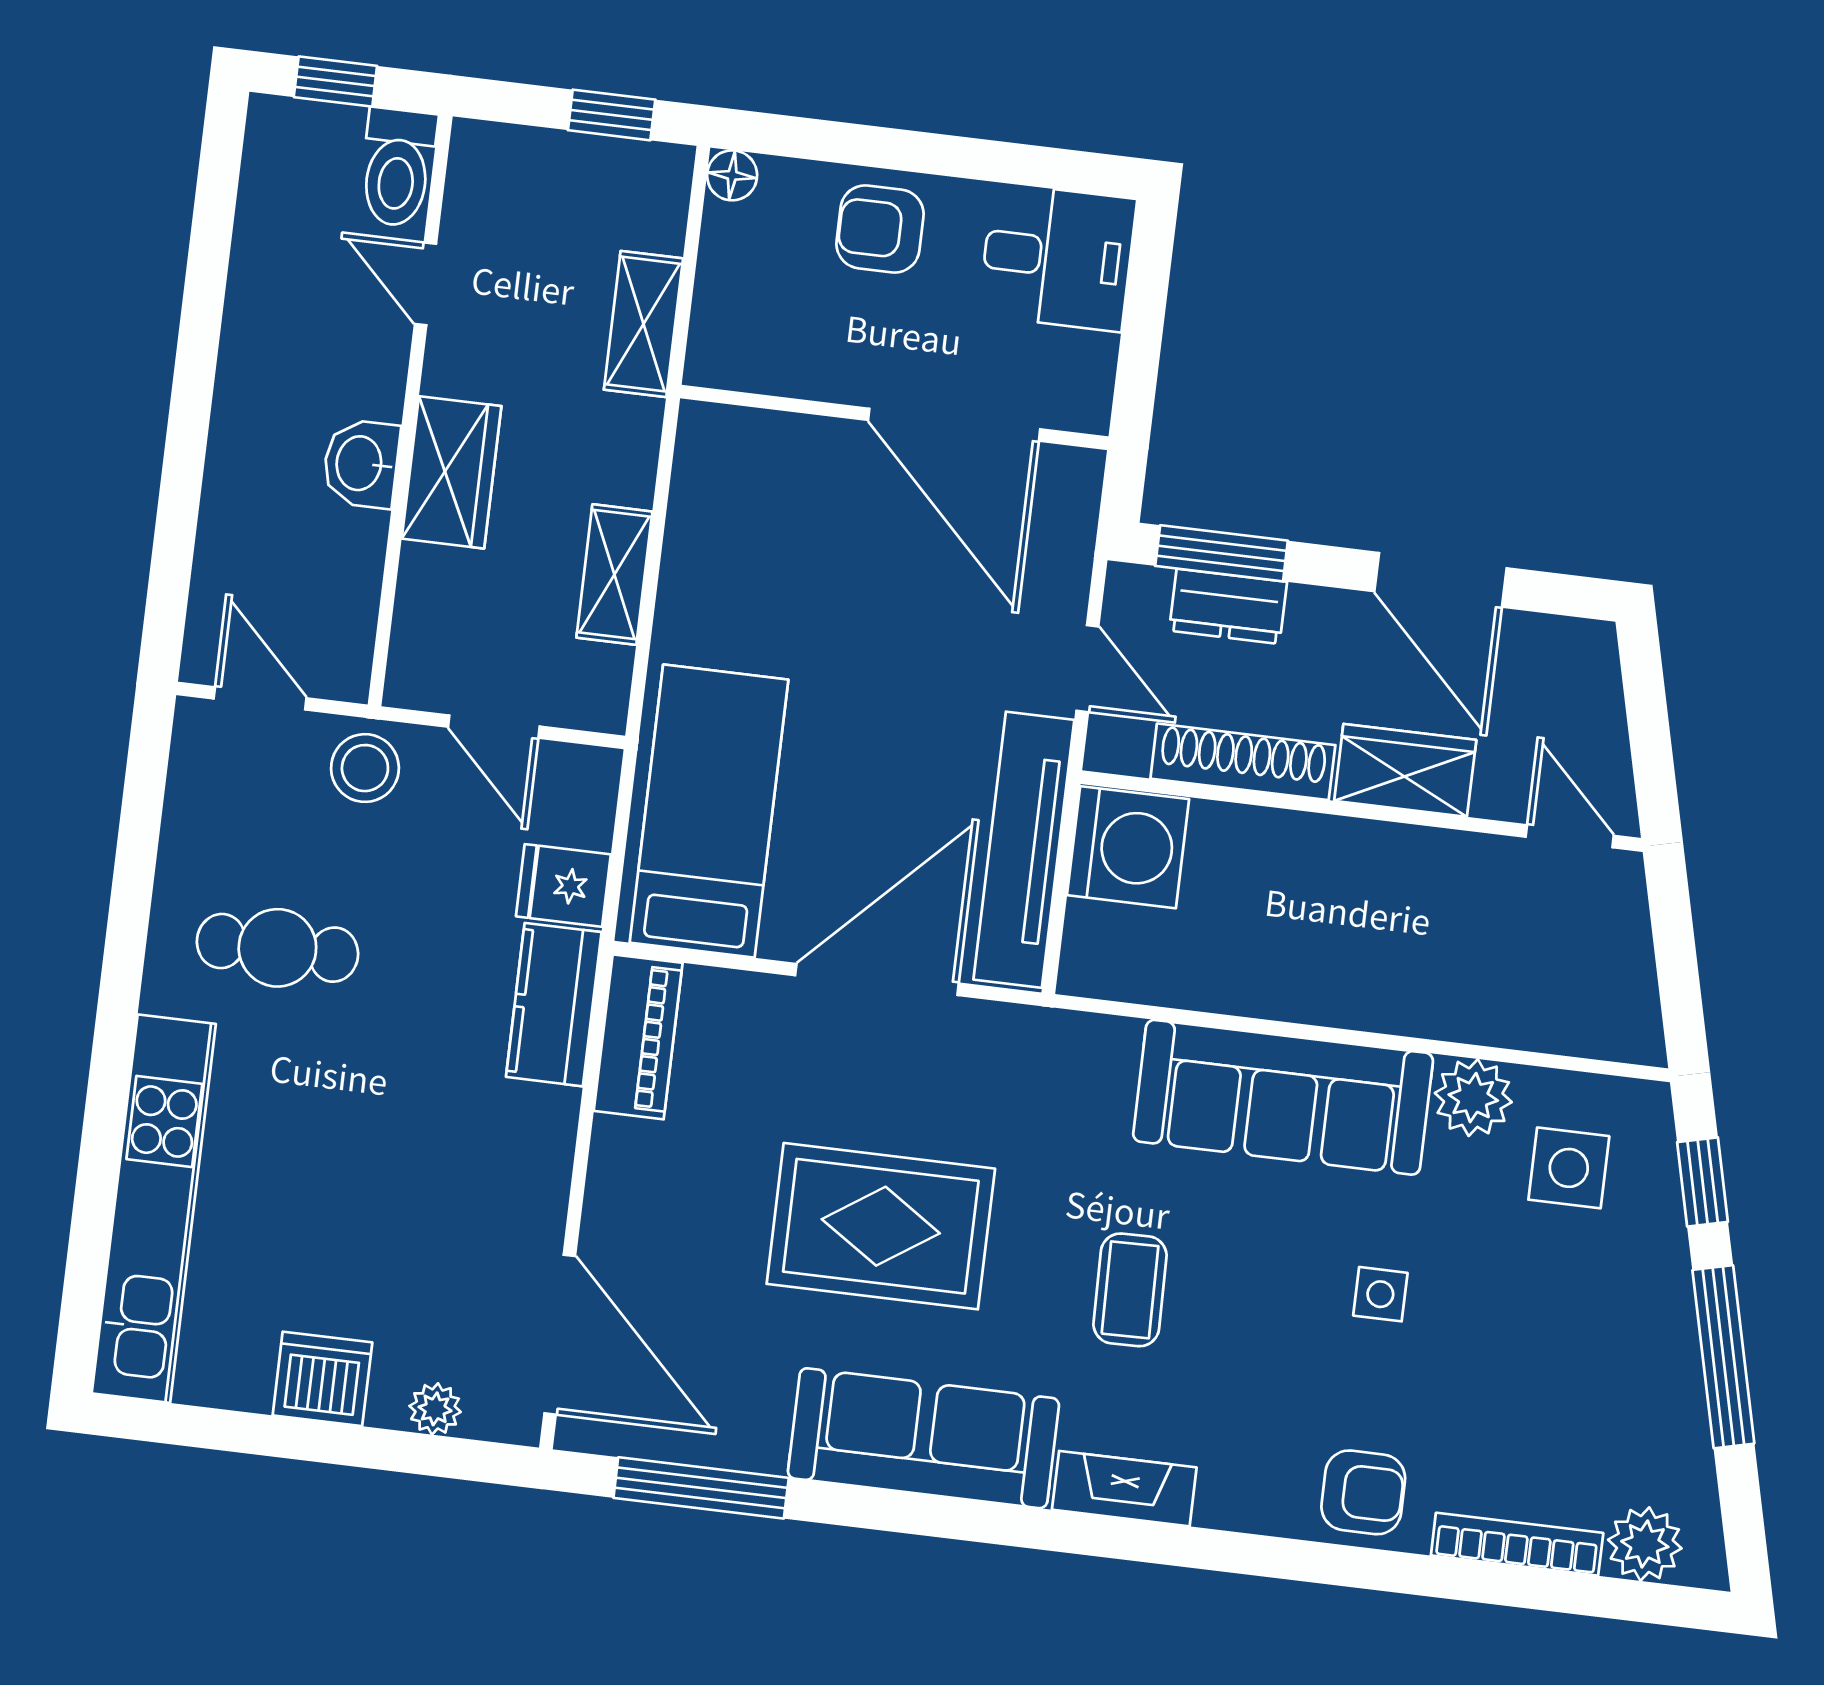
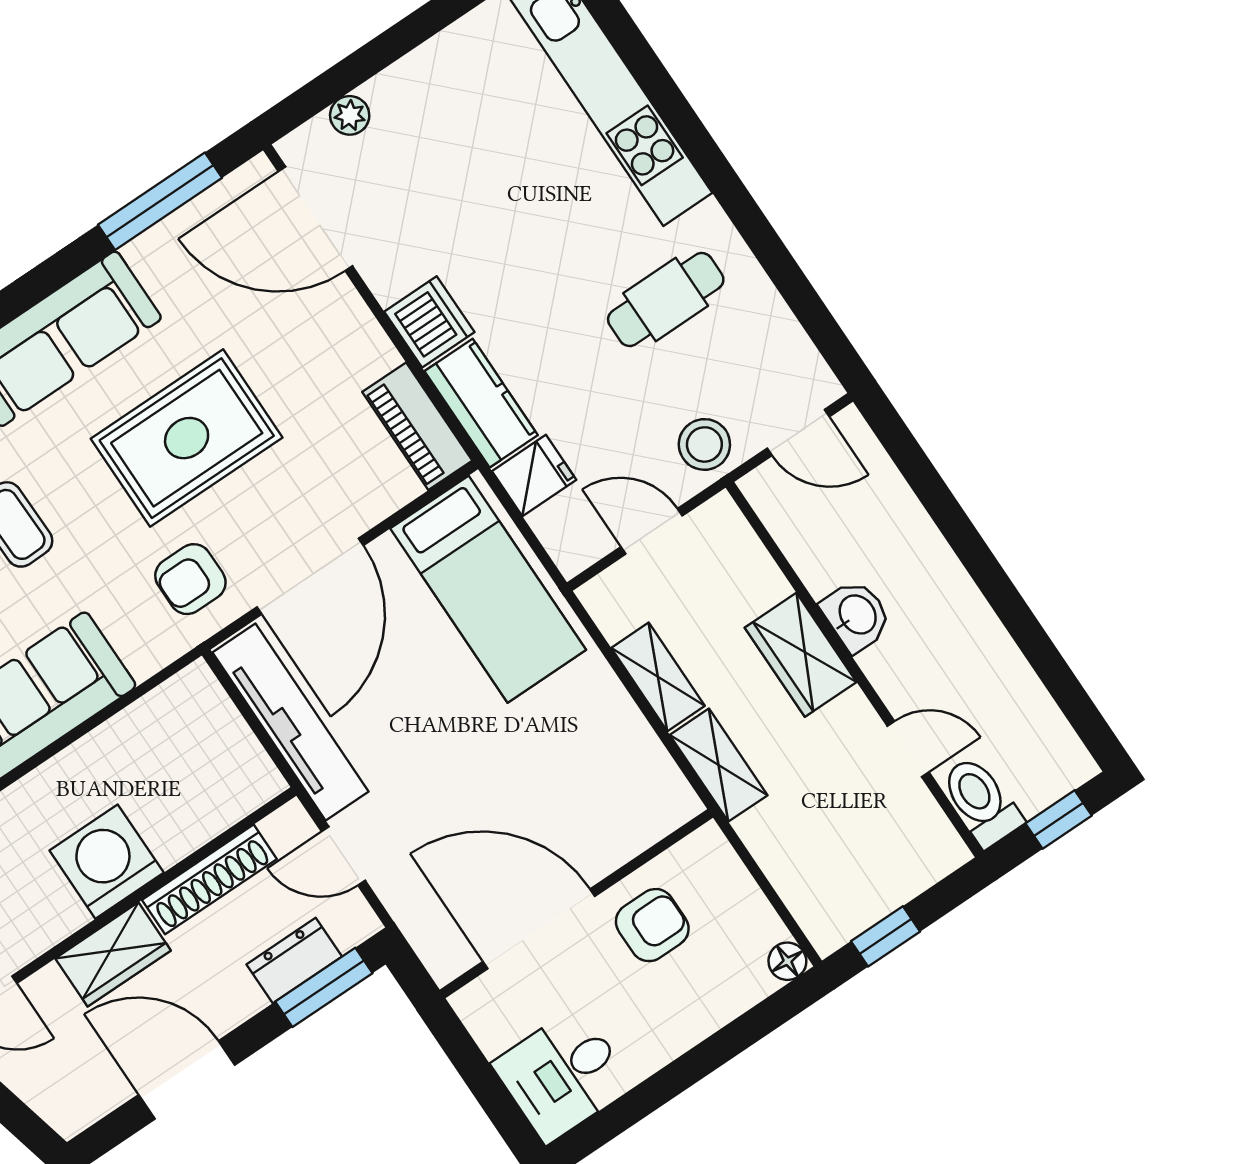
armchair: (880, 229) -> (652, 925), moved
shelving: (643, 324) -> (719, 765), moved
washing machine: (1128, 847) -> (107, 862), moved, turned 90
armchair: (1000, 1081) -> (190, 579), added
dishwasher: (322, 1379) -> (429, 322), moved, turned -90

